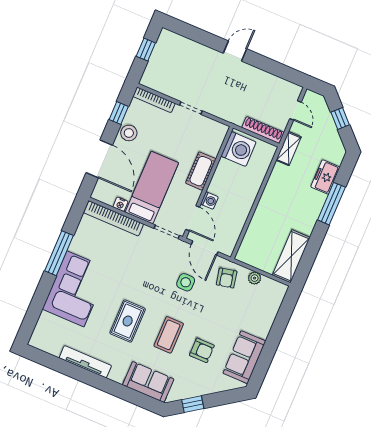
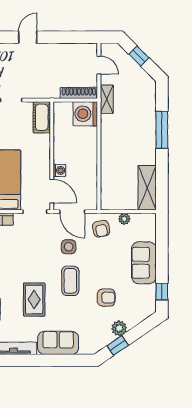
washing machine: (239, 149) -> (85, 114), moved, turned 180
cot: (201, 171) -> (42, 117), moved
freezer: (325, 177) -> (147, 110), removed
coffee table: (169, 335) -> (70, 281), moved
sofa: (244, 357) -> (144, 263), moved
window: (261, 368) -> (162, 292), added
sofa: (148, 382) -> (58, 343), moved
plant: (202, 387) -> (119, 328), added

